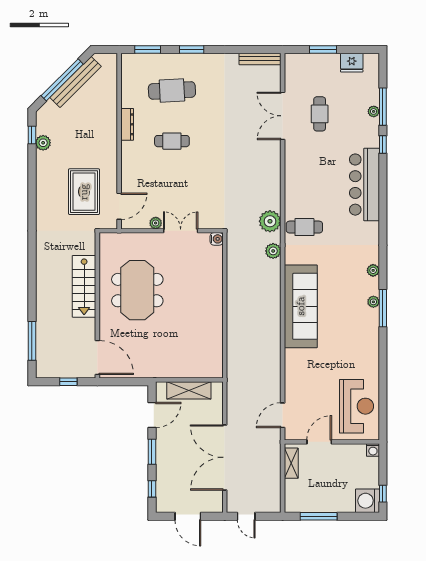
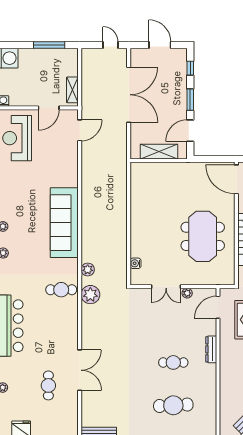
double door: (283, 116) -> (80, 370), moved
dresser: (127, 124) -> (211, 349), moved
water cooler: (217, 239) -> (136, 263), moved

